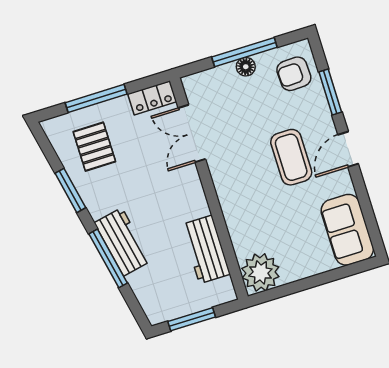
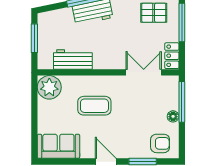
window: (244, 52) -> (182, 102), moved
armchair: (294, 74) -> (160, 143), turned 92
coffee table: (291, 157) -> (94, 106), moved

